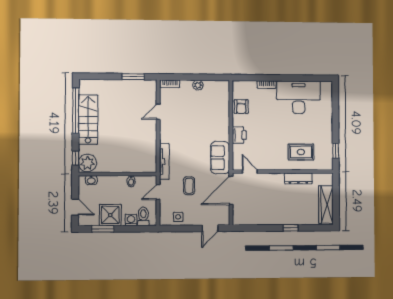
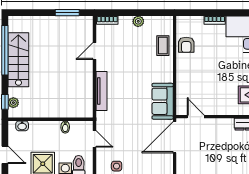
printer: (239, 135) -> (184, 76), removed
tv unit: (164, 162) -> (101, 91), moved
plant: (87, 163) -> (13, 103), width x0.53, depth x0.53
coffee table: (189, 186) -> (163, 46), moved
door: (158, 192) -> (95, 139), swing flipped

